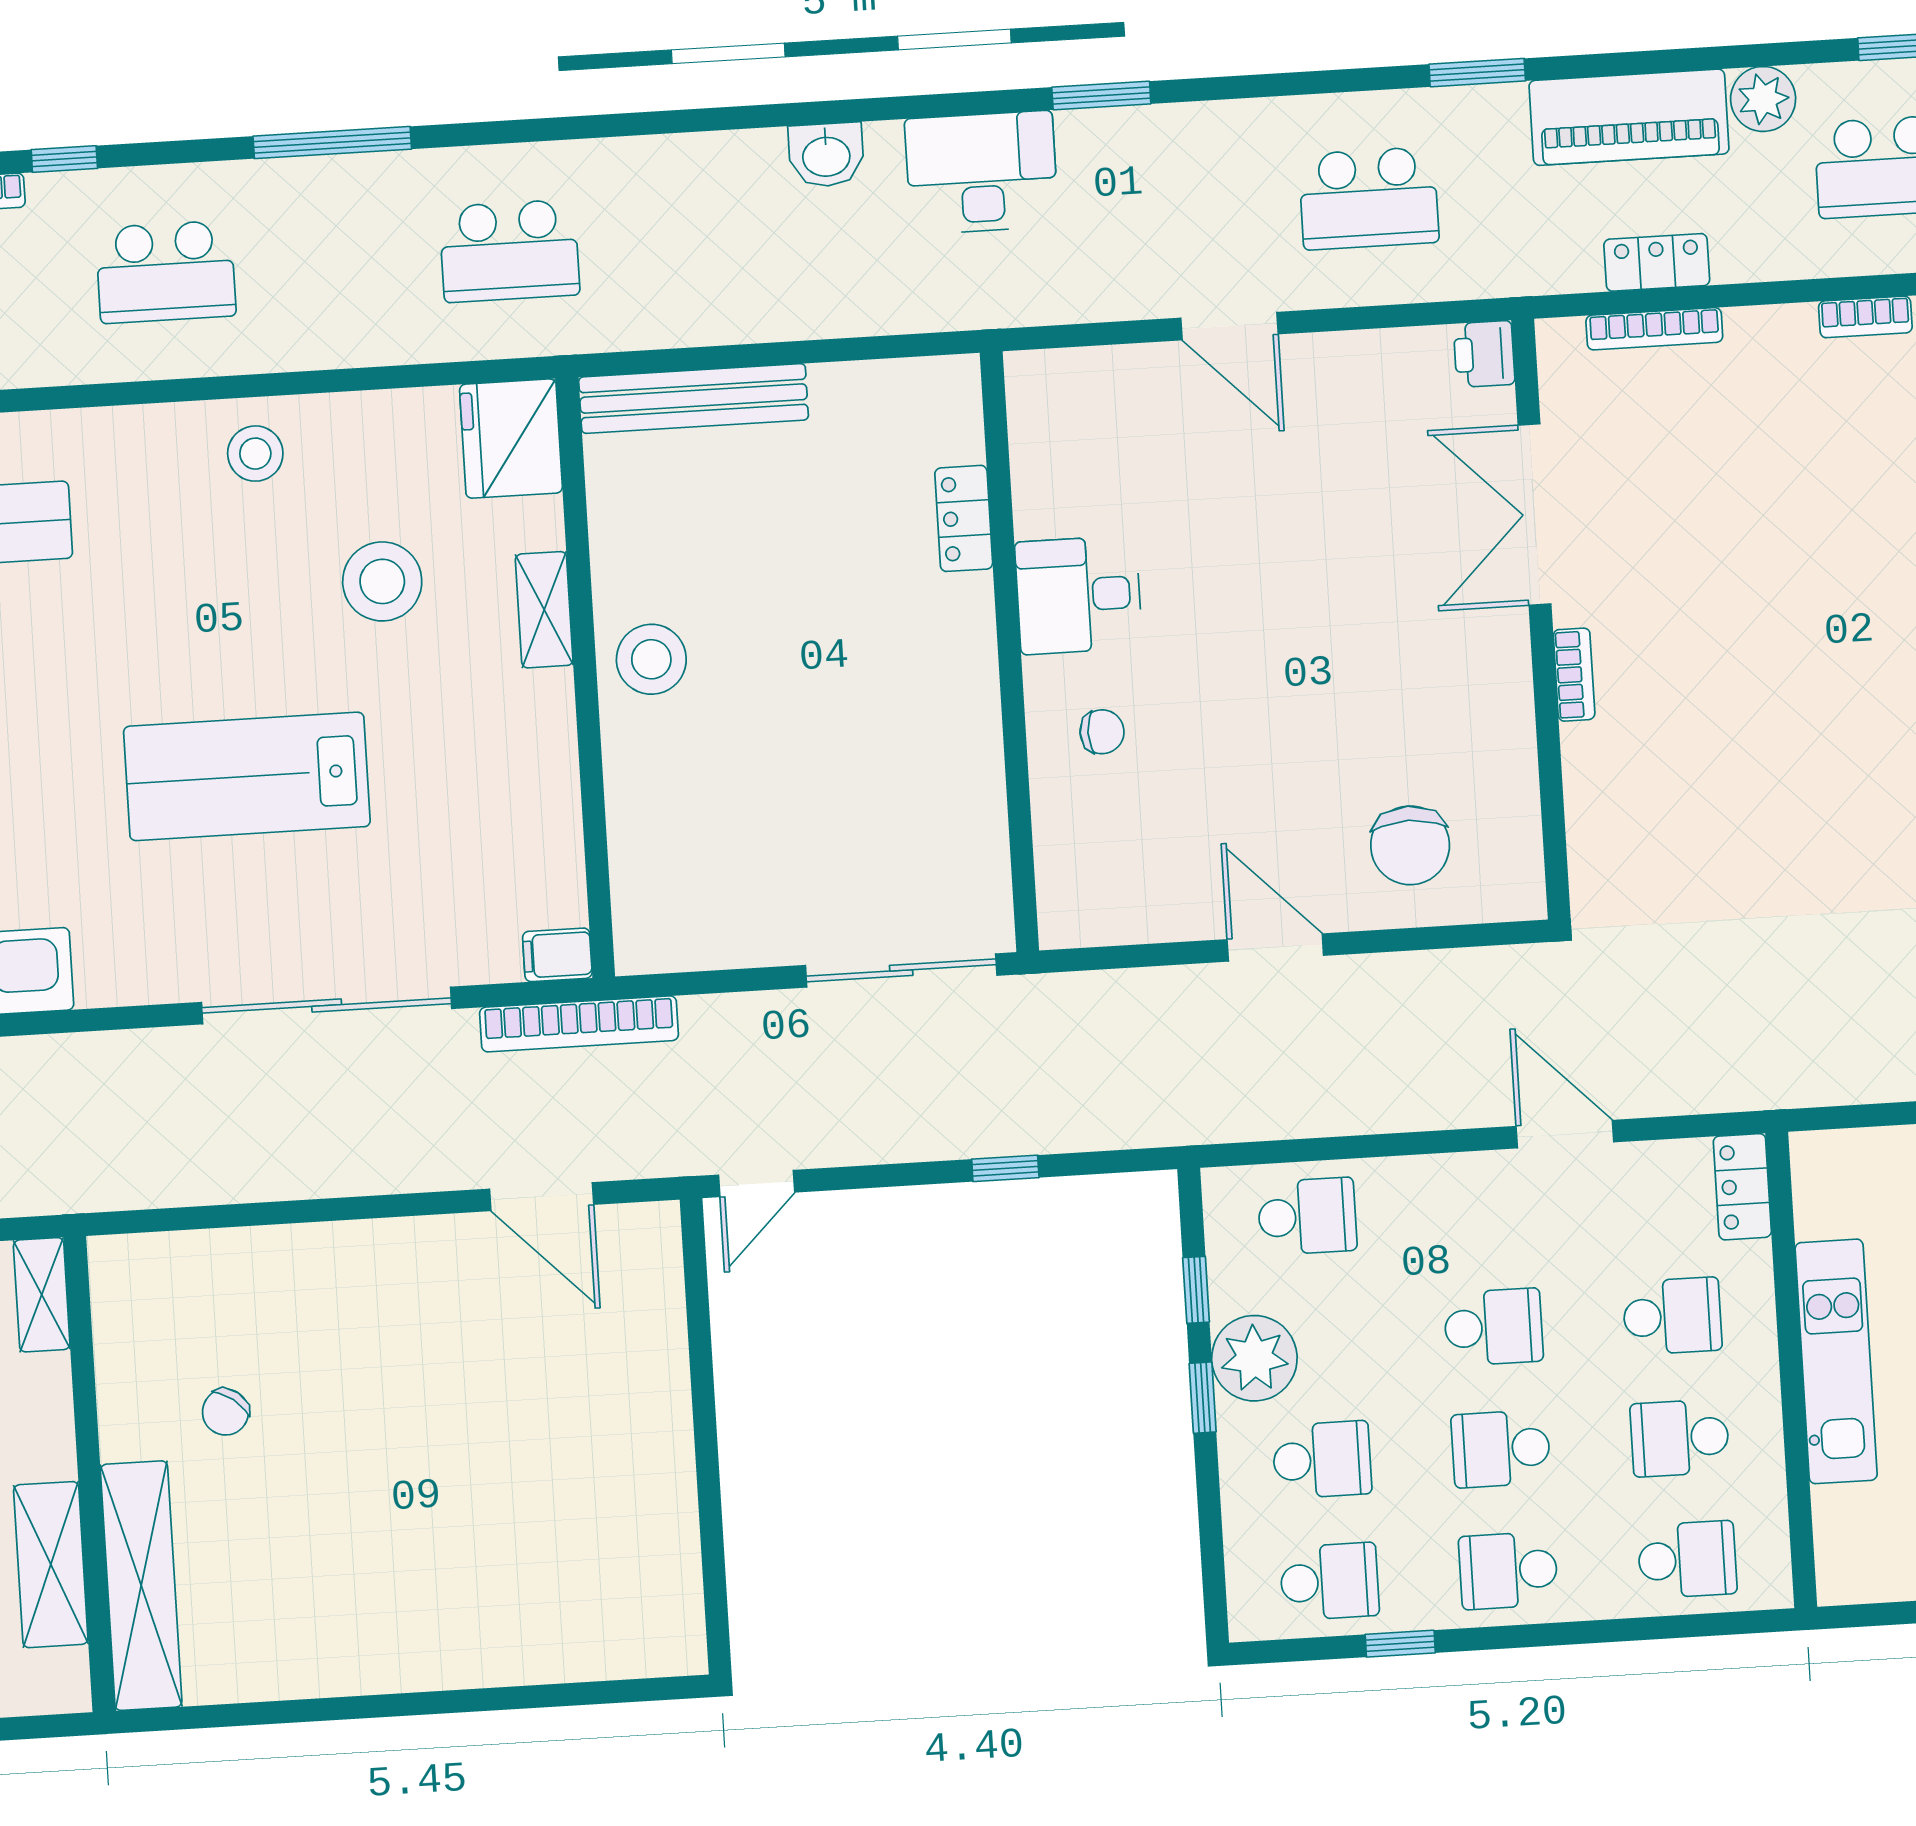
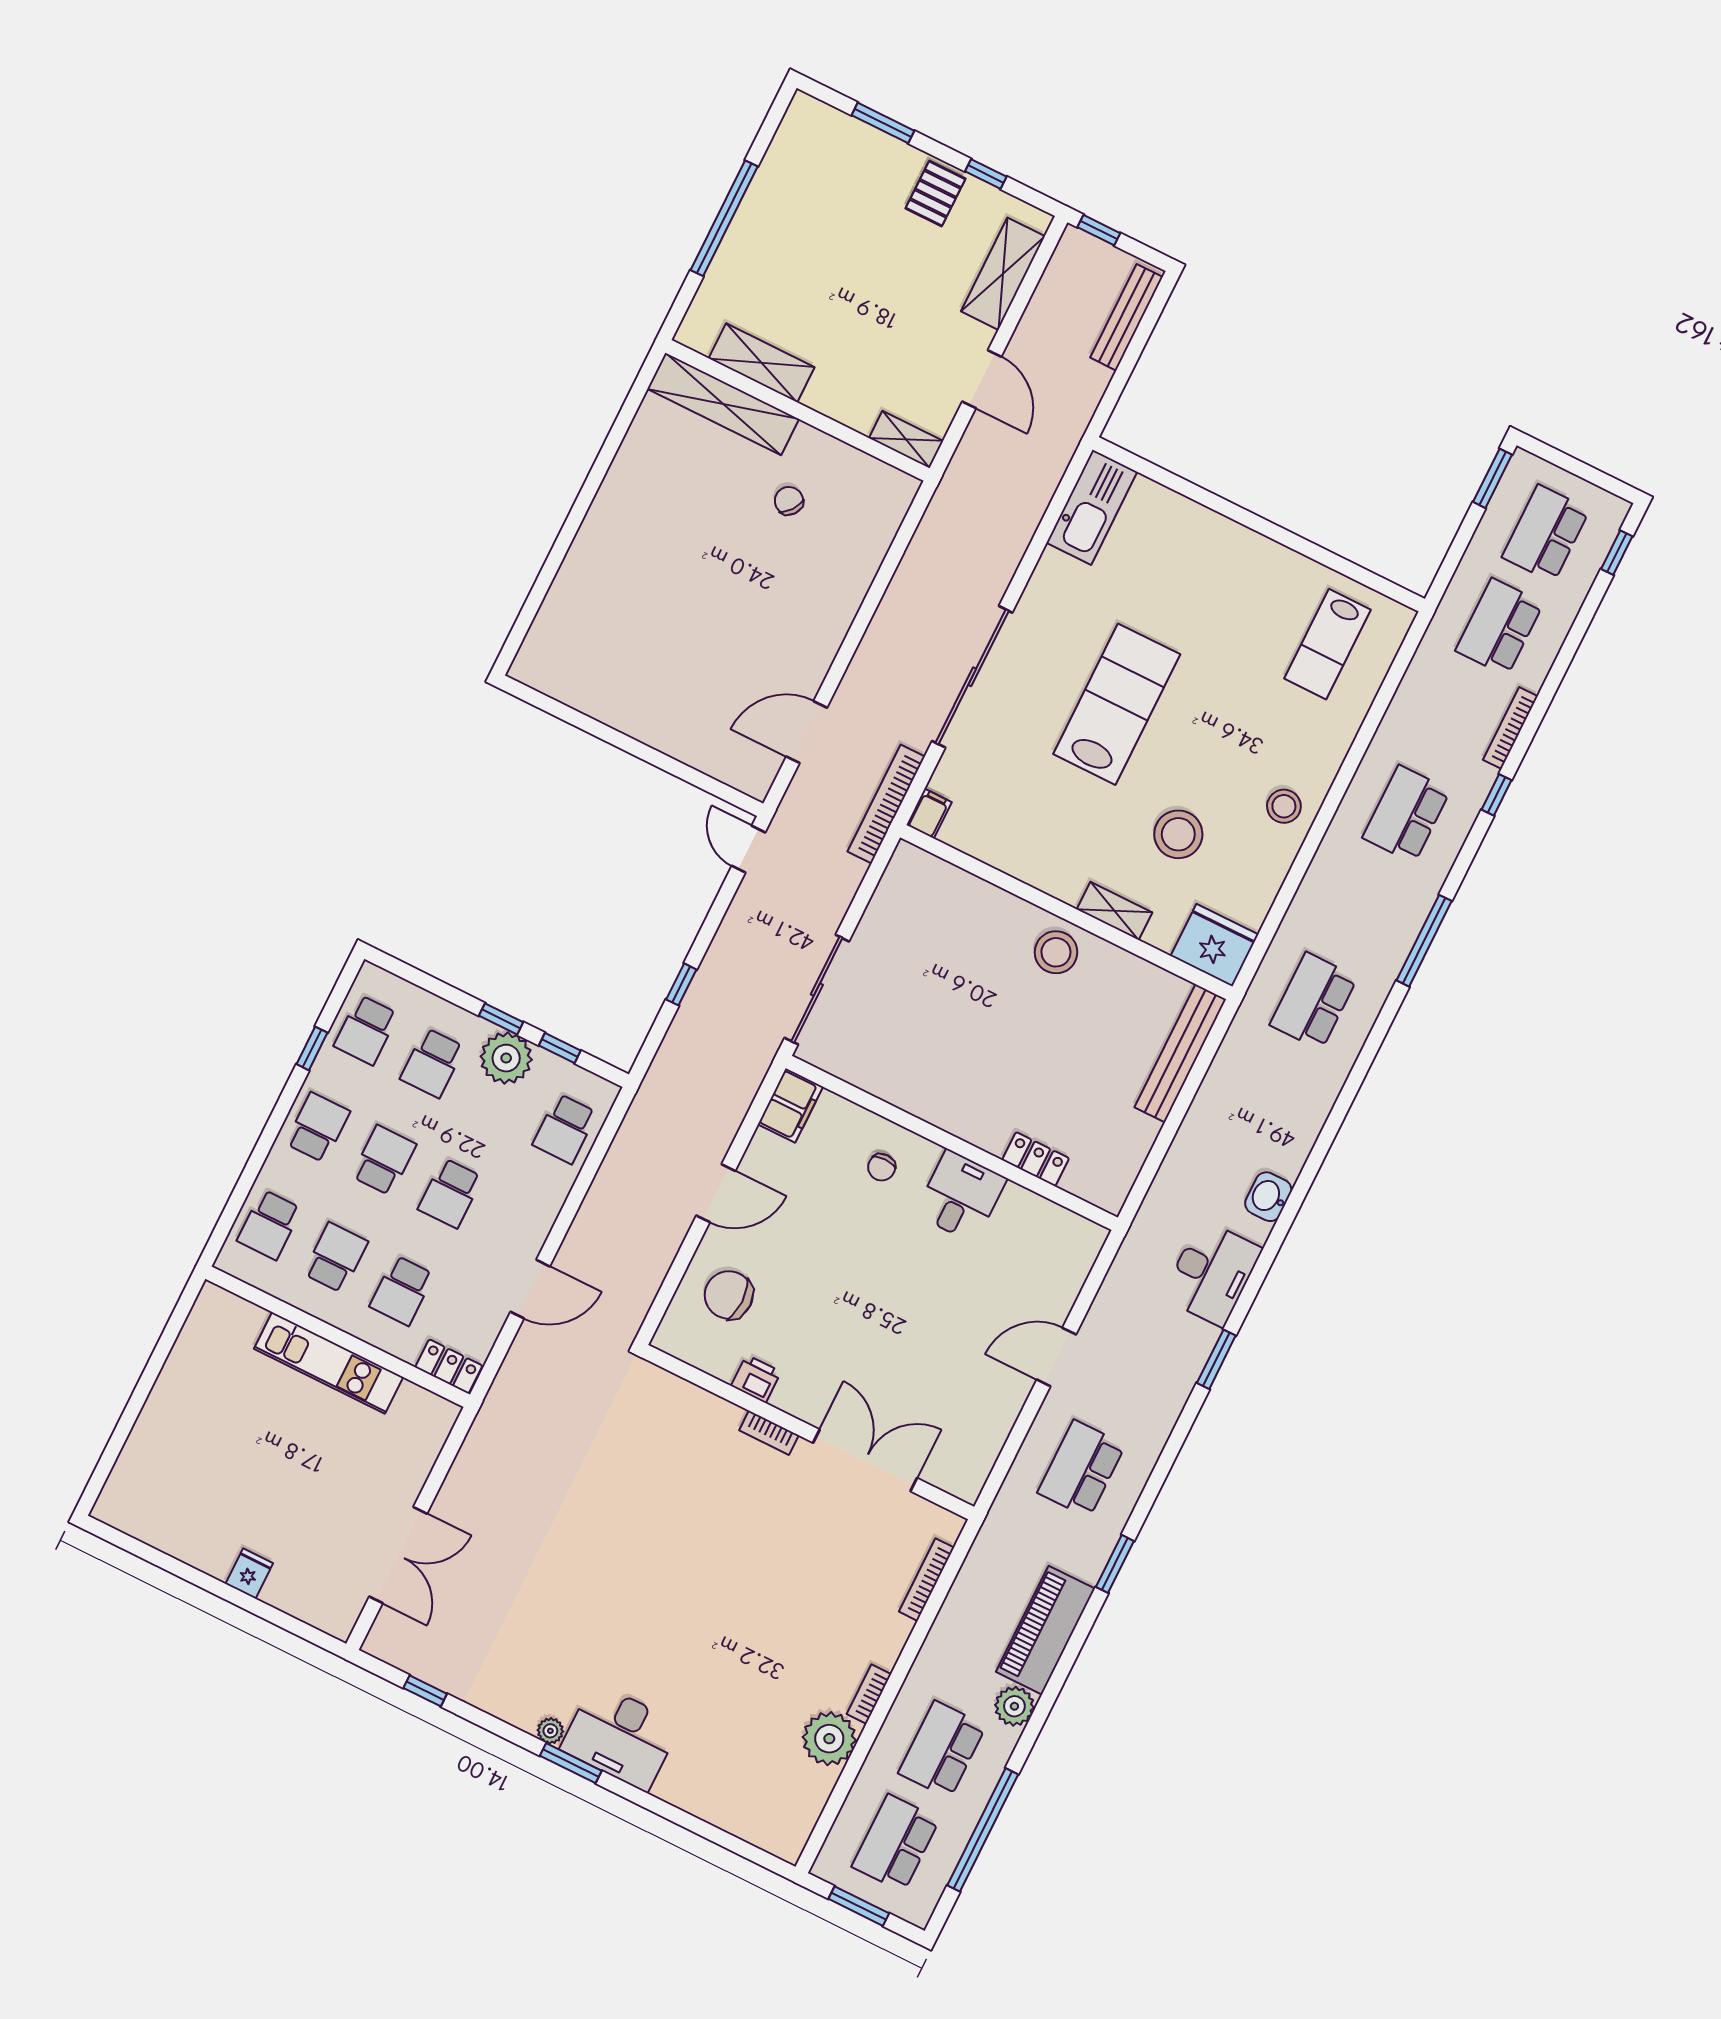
locker: (1657, 262) -> (961, 1601), removed
printer: (1484, 354) -> (756, 1379), moved
filing cabinet: (1089, 913) -> (790, 1106), added

